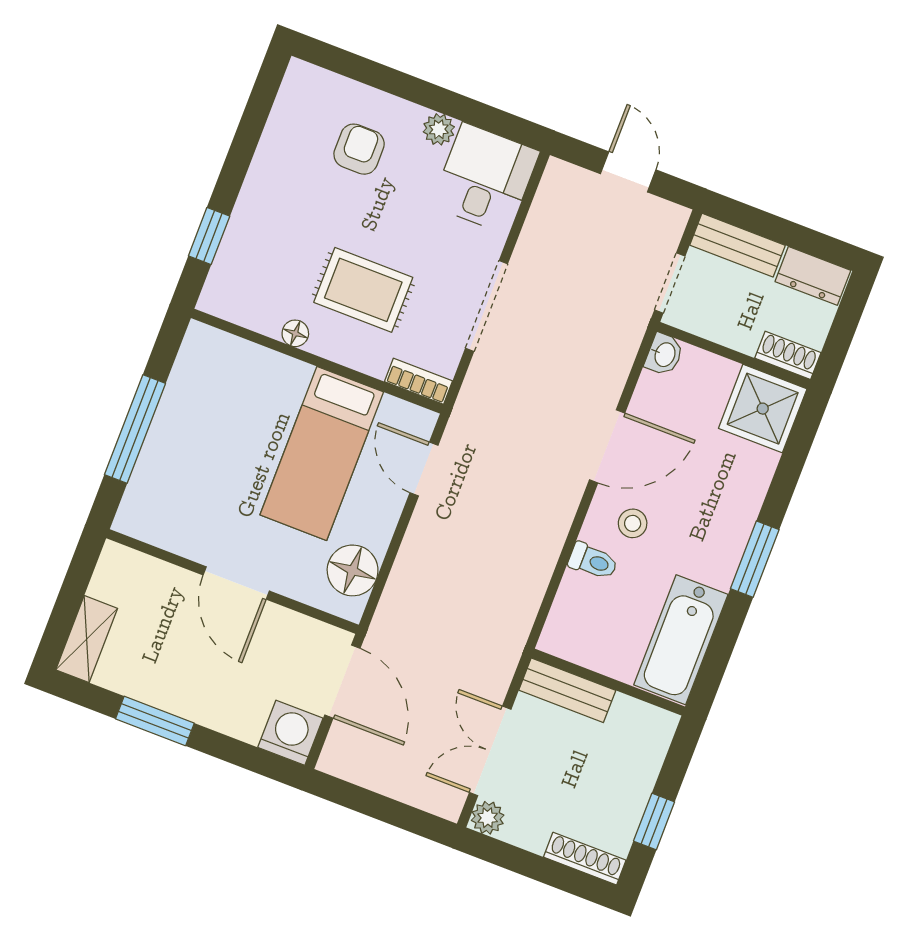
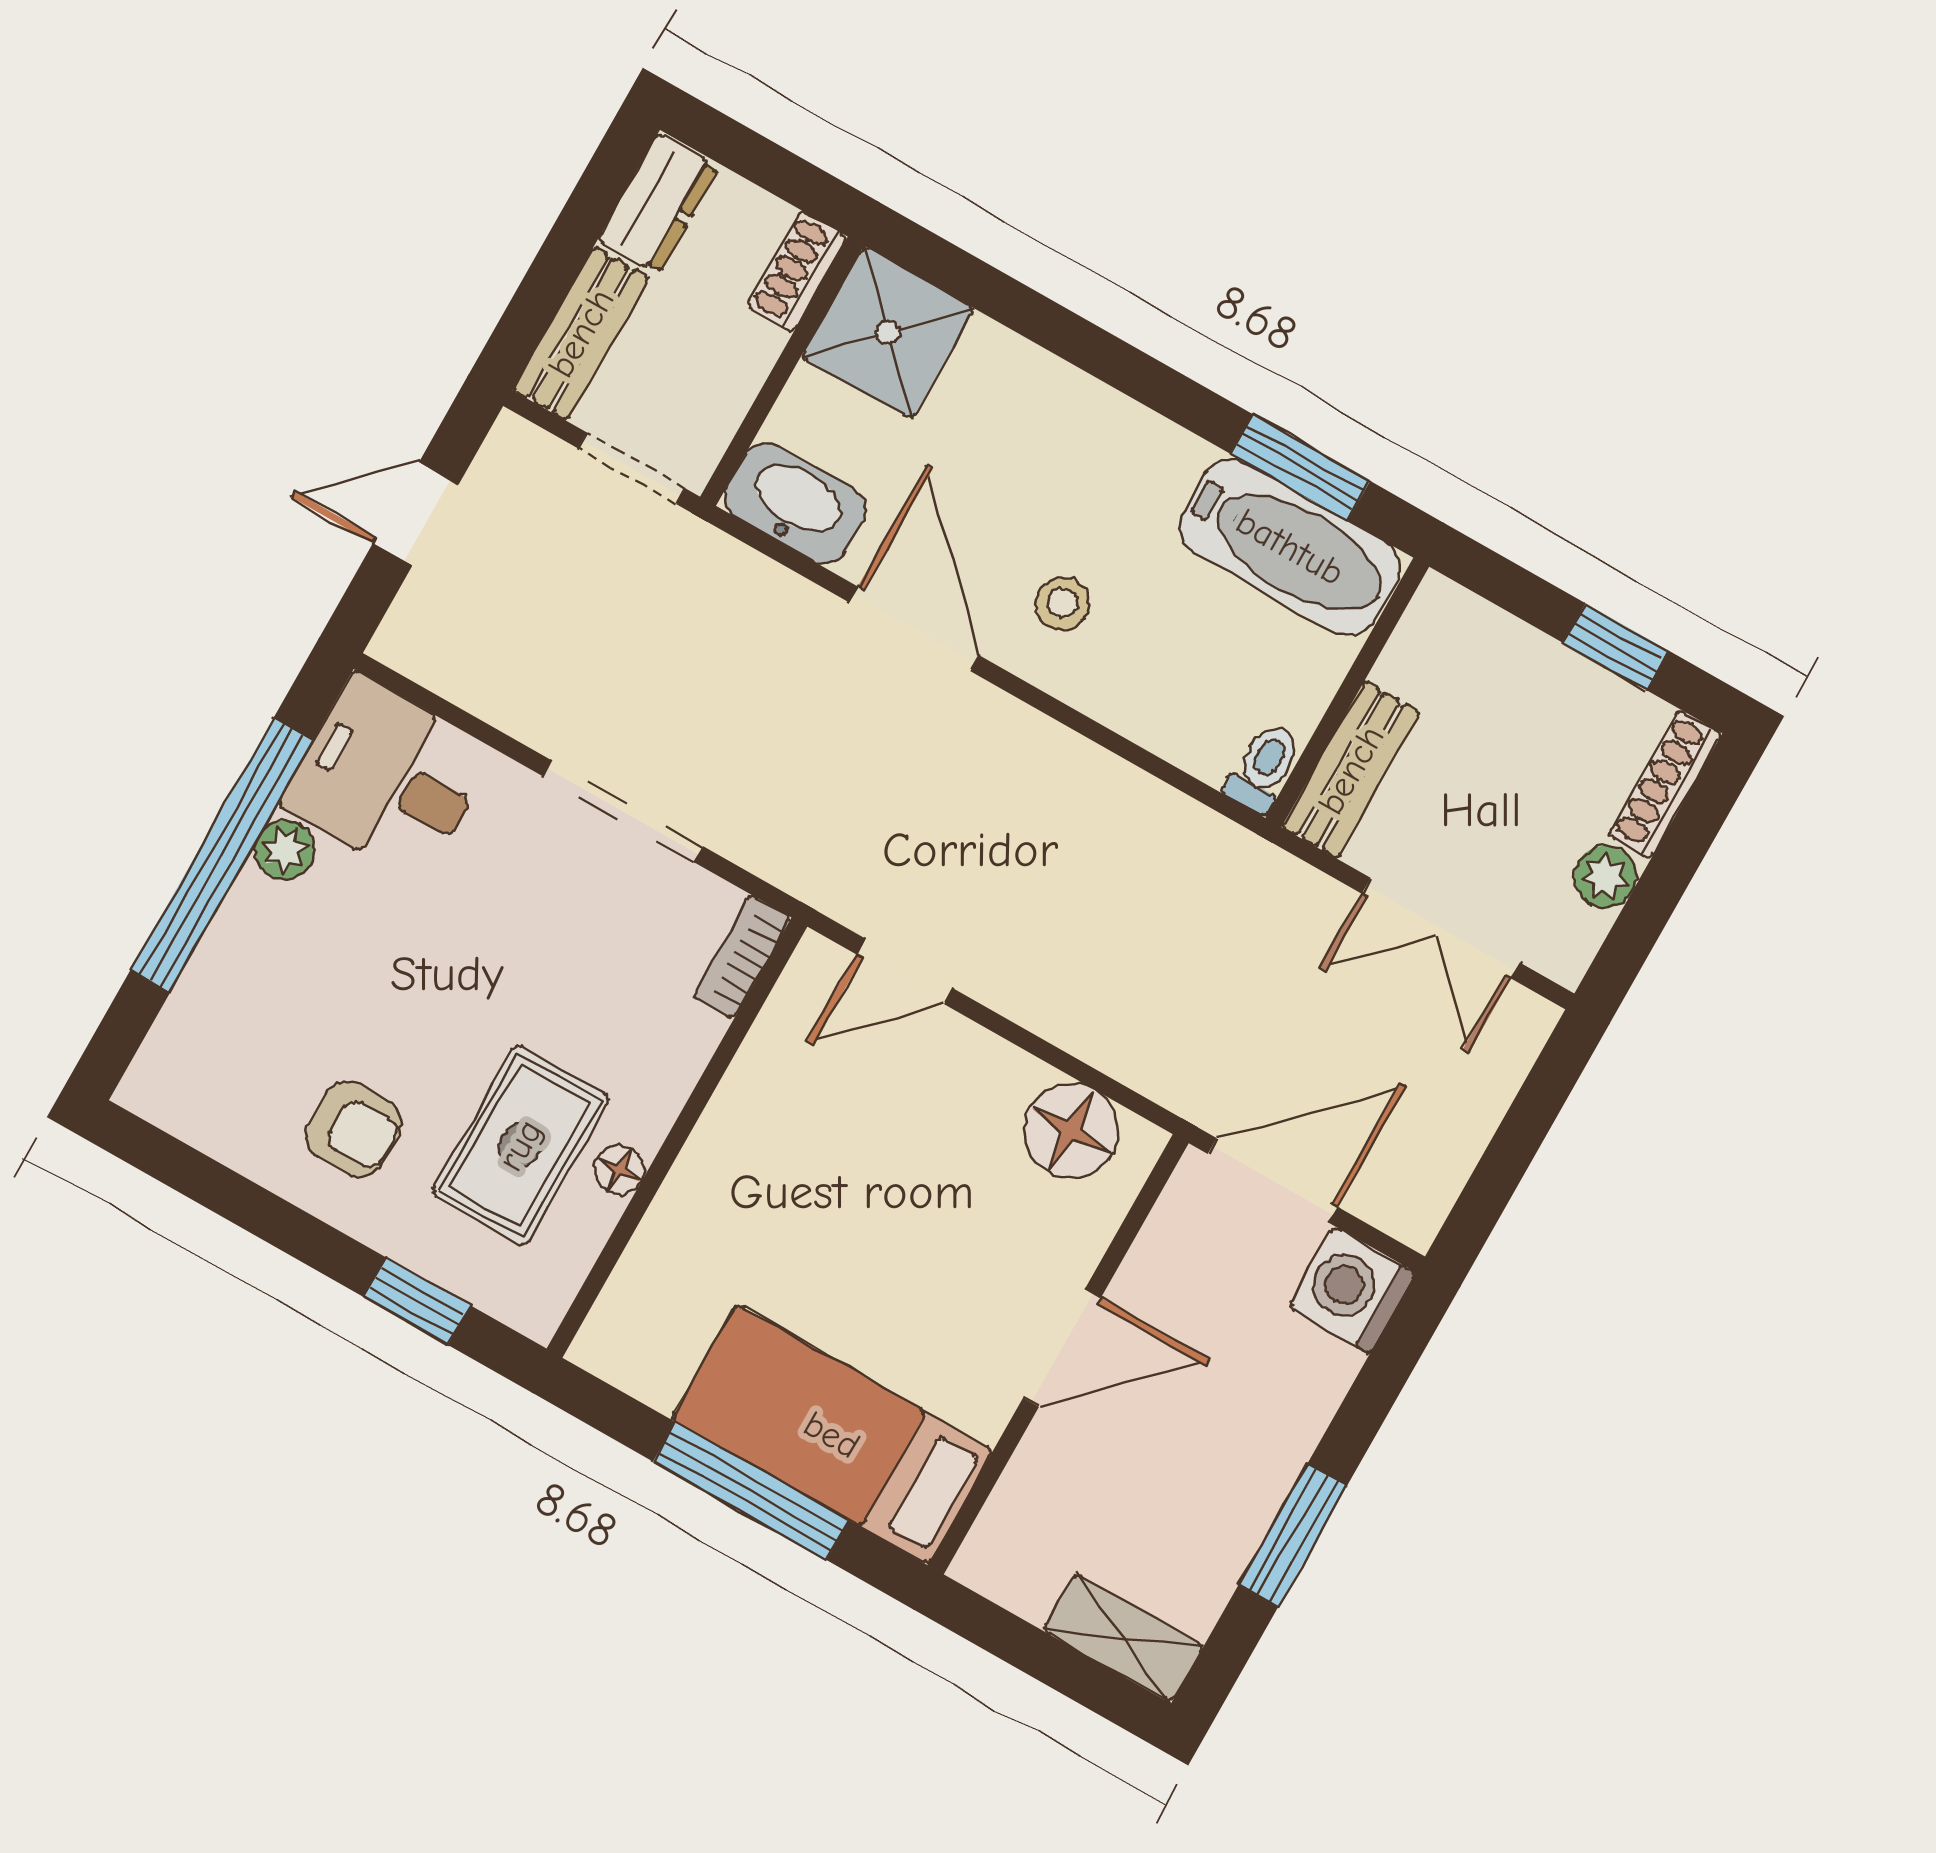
window: (431, 96) -> (222, 855), added
armchair: (359, 149) -> (353, 1130), moved, turned 180
rug: (363, 290) -> (520, 1145), moved
washbasin: (664, 354) -> (795, 503), width x1.91, depth x1.45
bed: (322, 453) -> (832, 1435), moved, turned 180
window: (755, 559) -> (1300, 467), moved
toilet: (593, 561) -> (1264, 768), moved
plant: (488, 818) -> (1605, 877), moved

